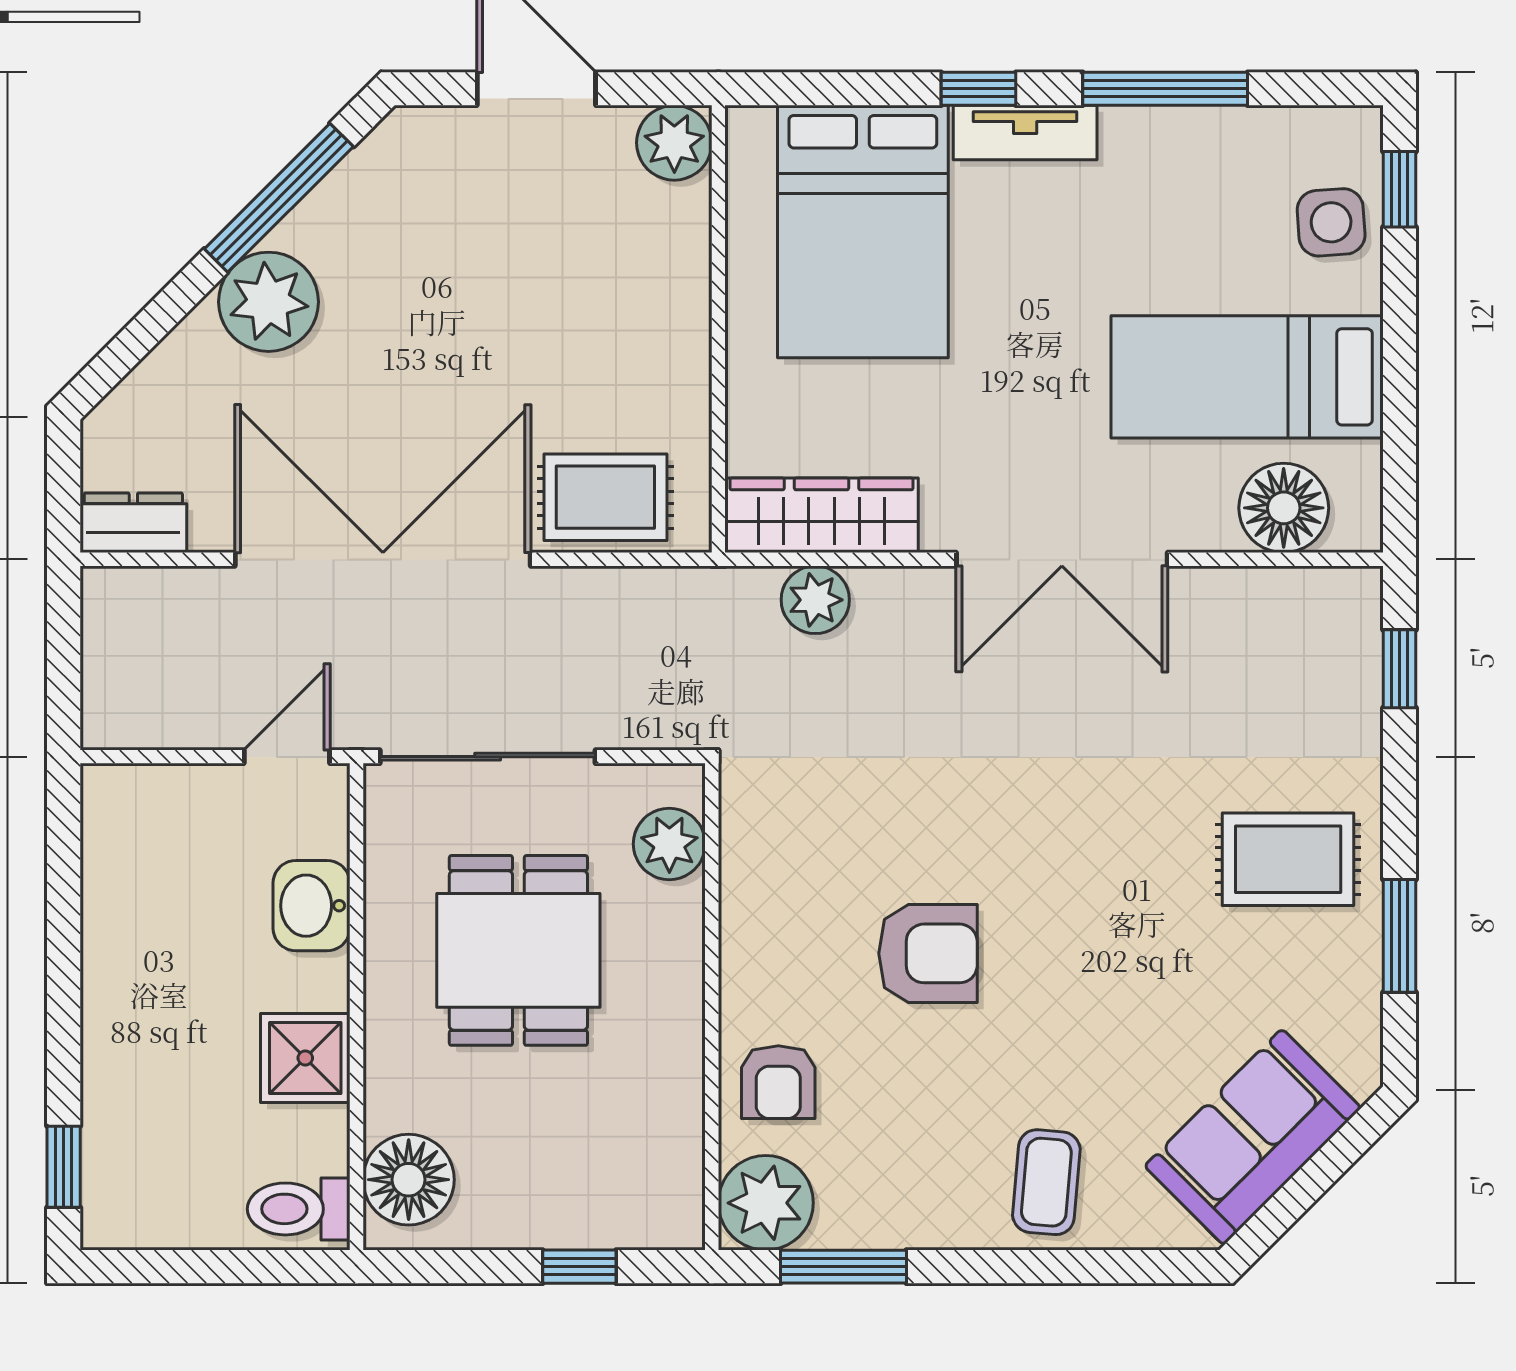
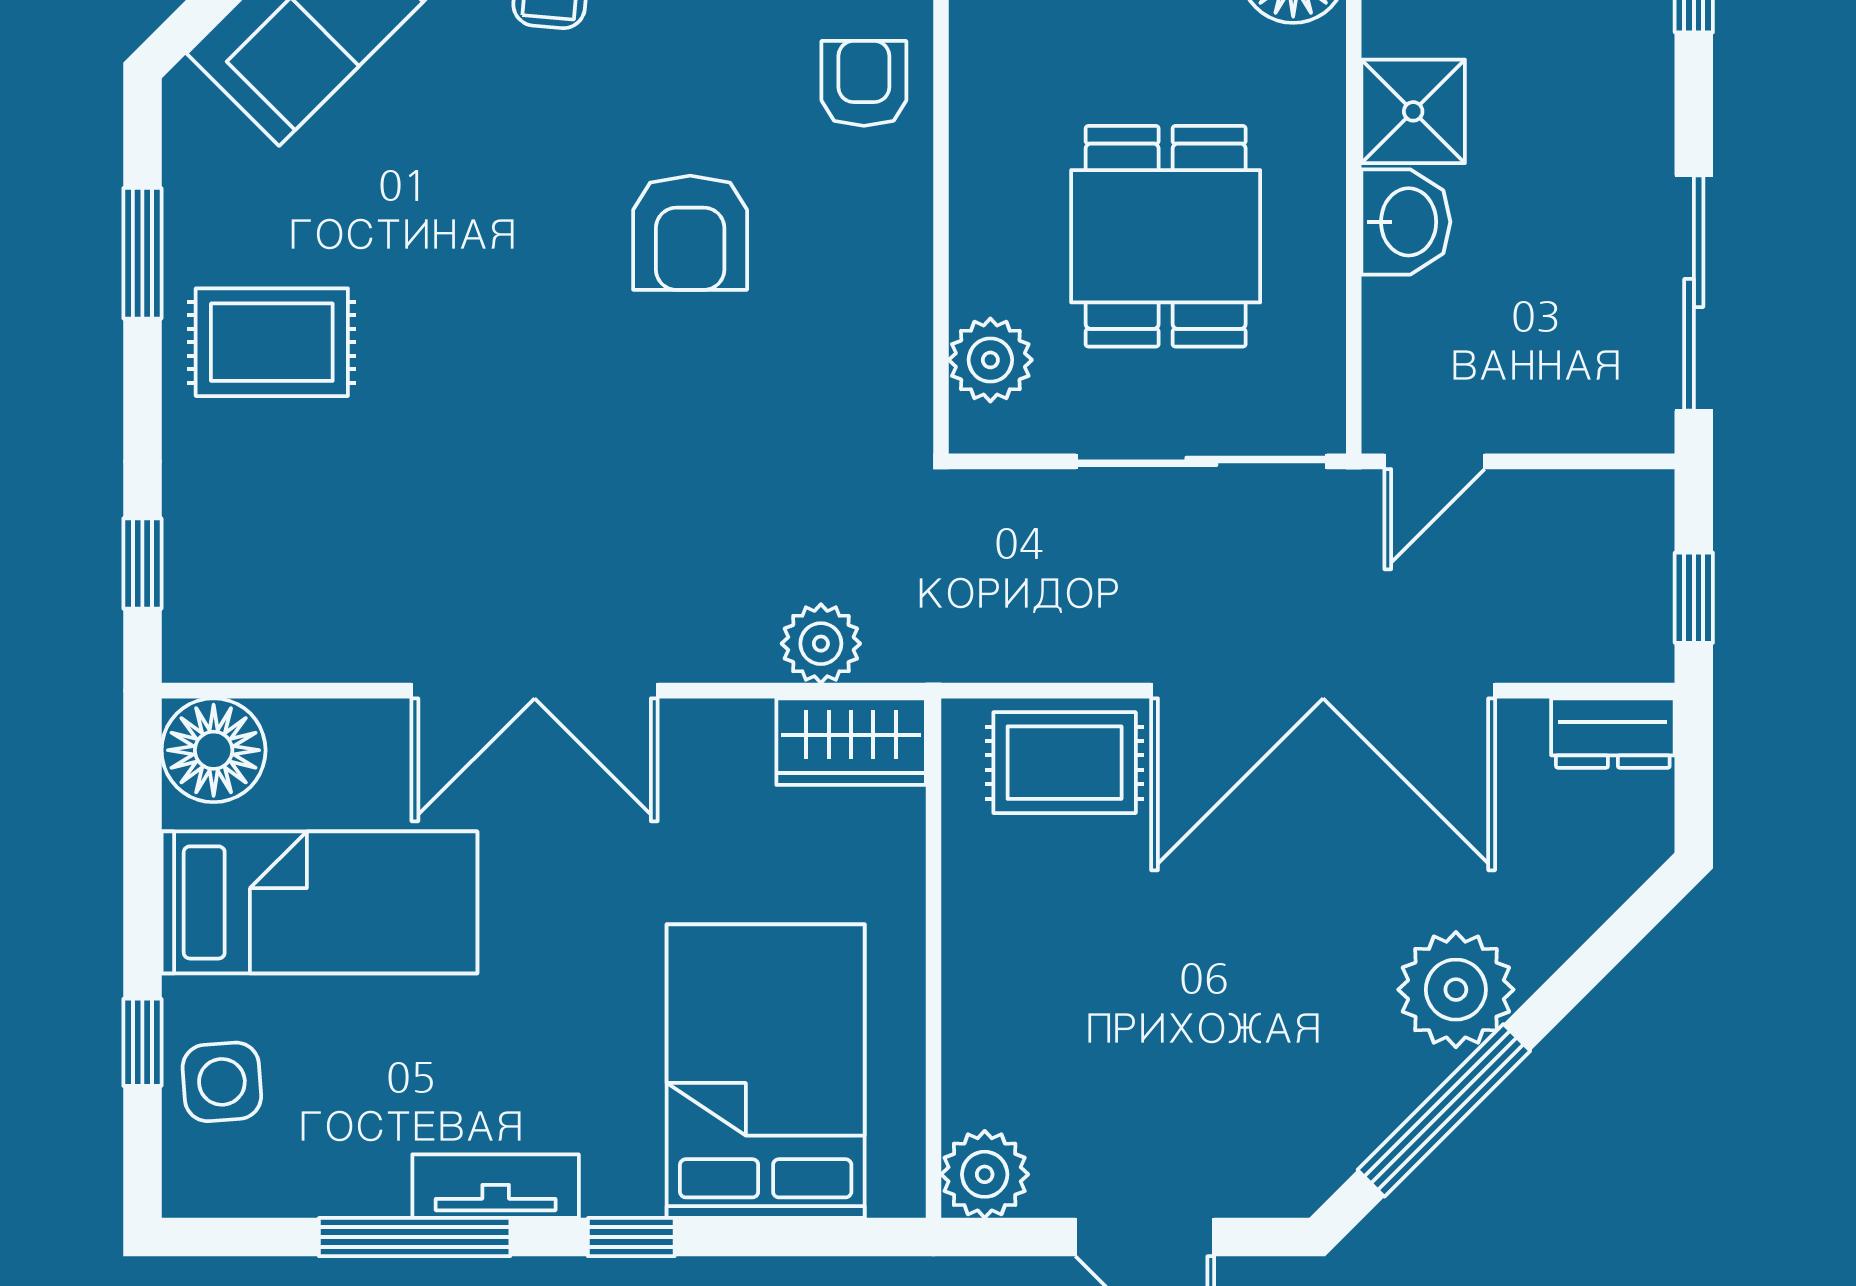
tv unit: (1025, 133) -> (496, 1186), moved
window: (1399, 189) -> (142, 1042), moved
floor lamp: (1284, 508) -> (214, 750), moved
wardrobe: (821, 515) -> (851, 742), width x0.67
double door: (1062, 559) -> (535, 691), swing flipped
window: (64, 639) -> (1694, 598), added
sliding door: (64, 902) -> (1694, 293), added
washbasin: (312, 906) -> (1406, 222), moved
armchair: (928, 953) -> (690, 233), turned -90

